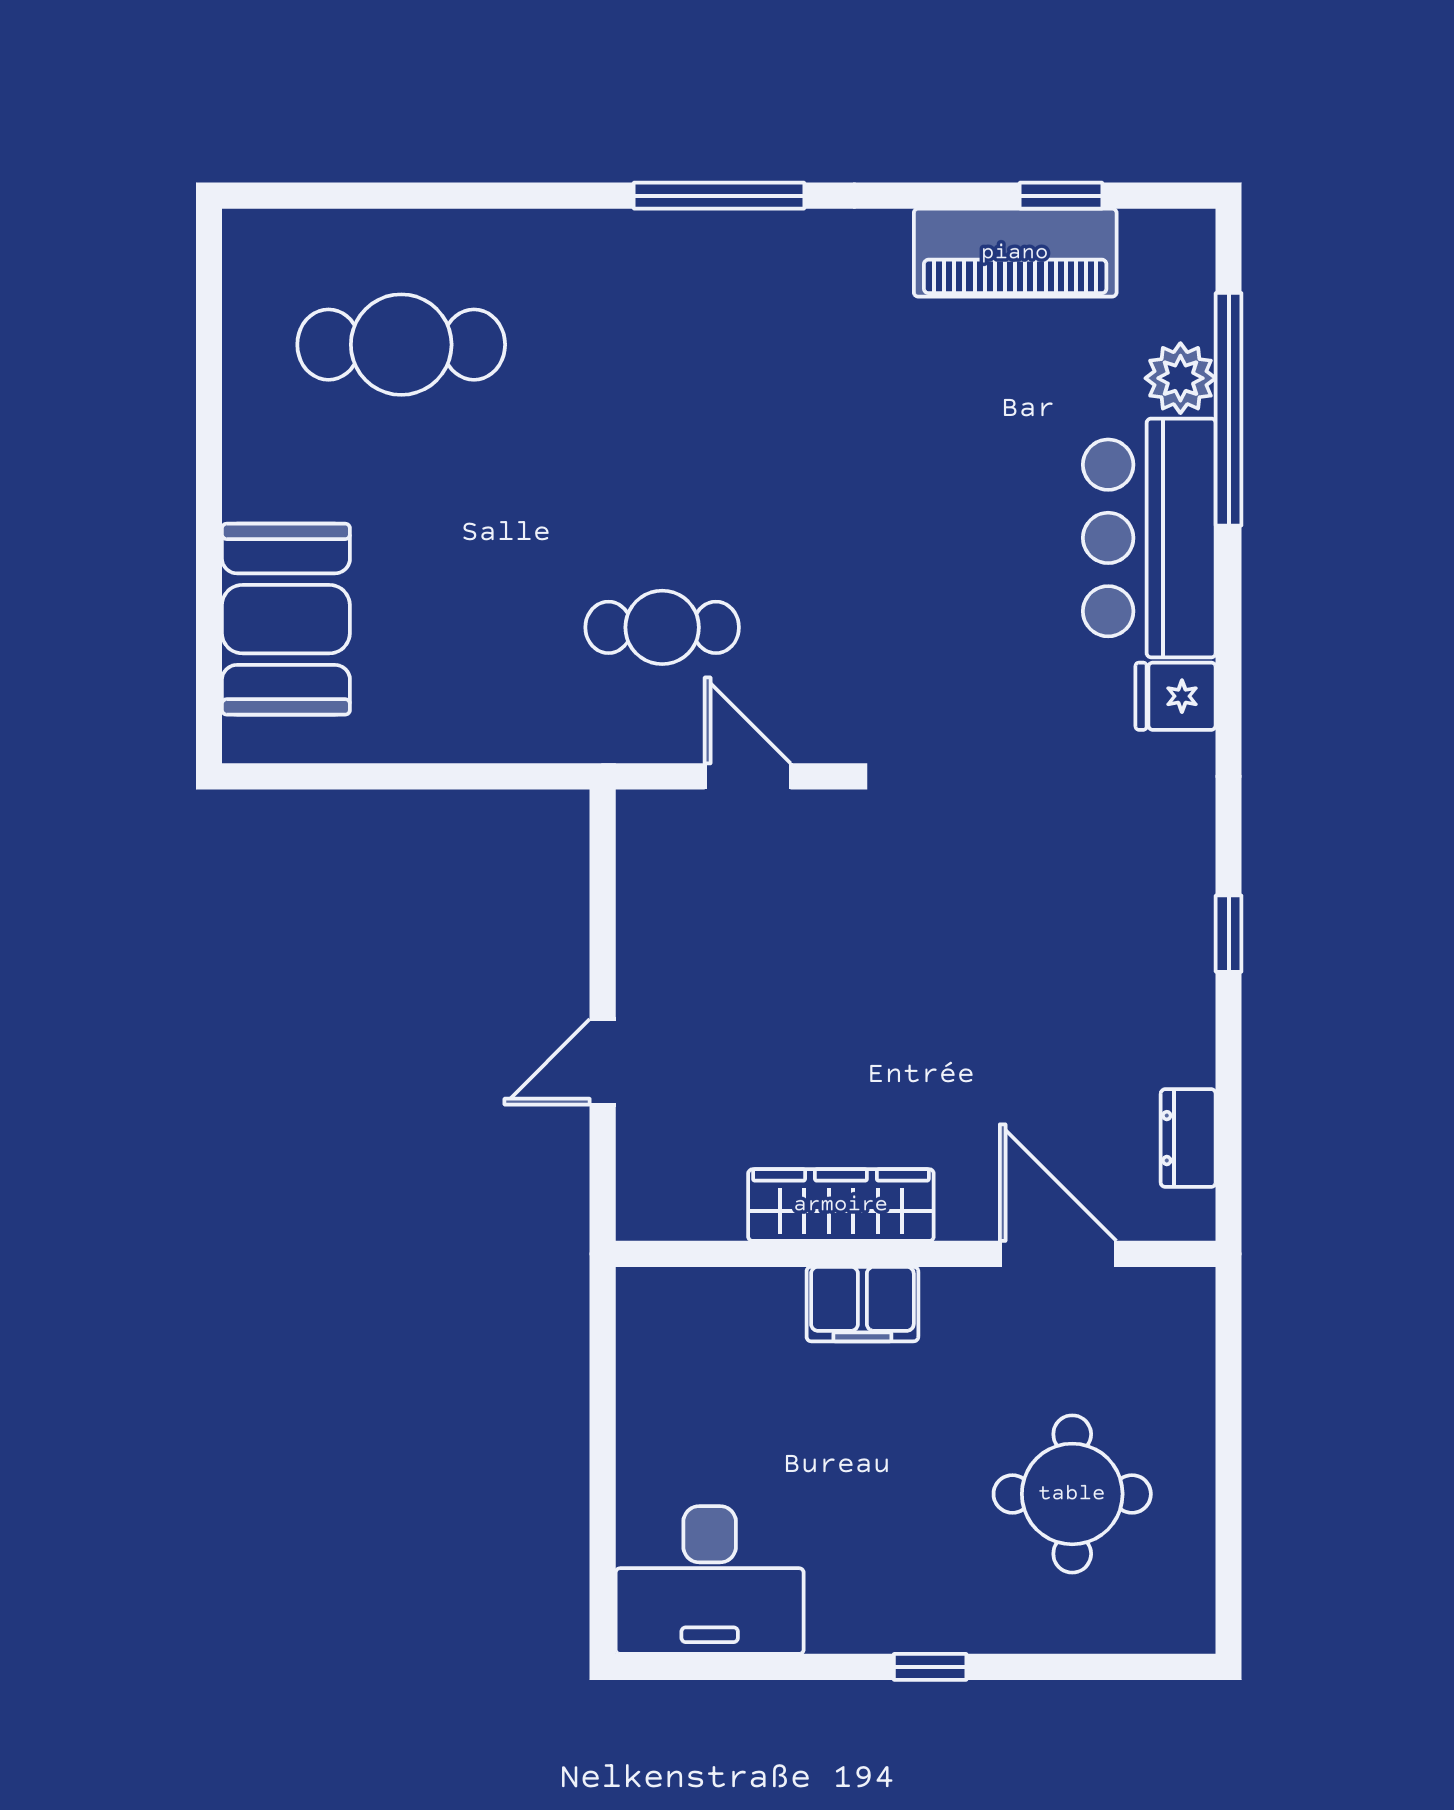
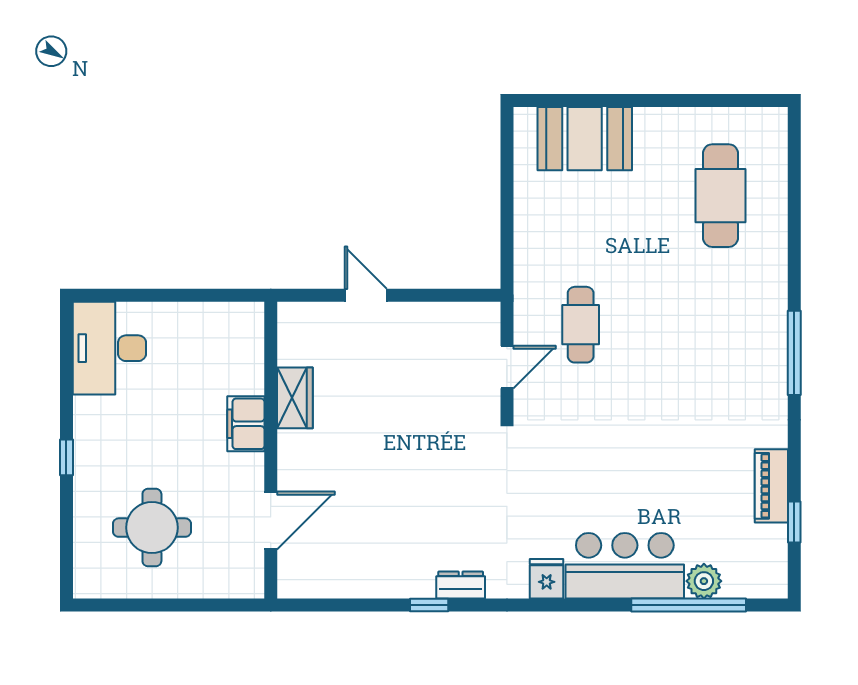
piano: (1015, 253) -> (771, 486), width x0.73, depth x0.75
dresser: (1188, 1138) -> (461, 585), moved
wardrobe: (841, 1205) -> (295, 398), width x0.67

